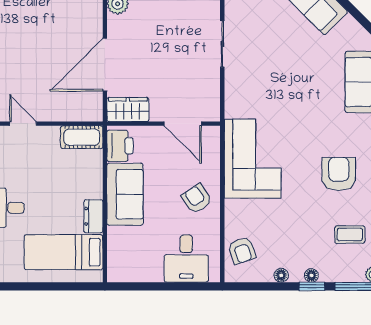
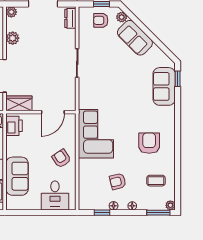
door: (183, 124) -> (53, 112), hinge flipped
sofa: (125, 194) -> (17, 176), moved
armchair: (242, 250) -> (118, 181), moved, turned 95
window: (312, 286) -> (102, 213), moved

